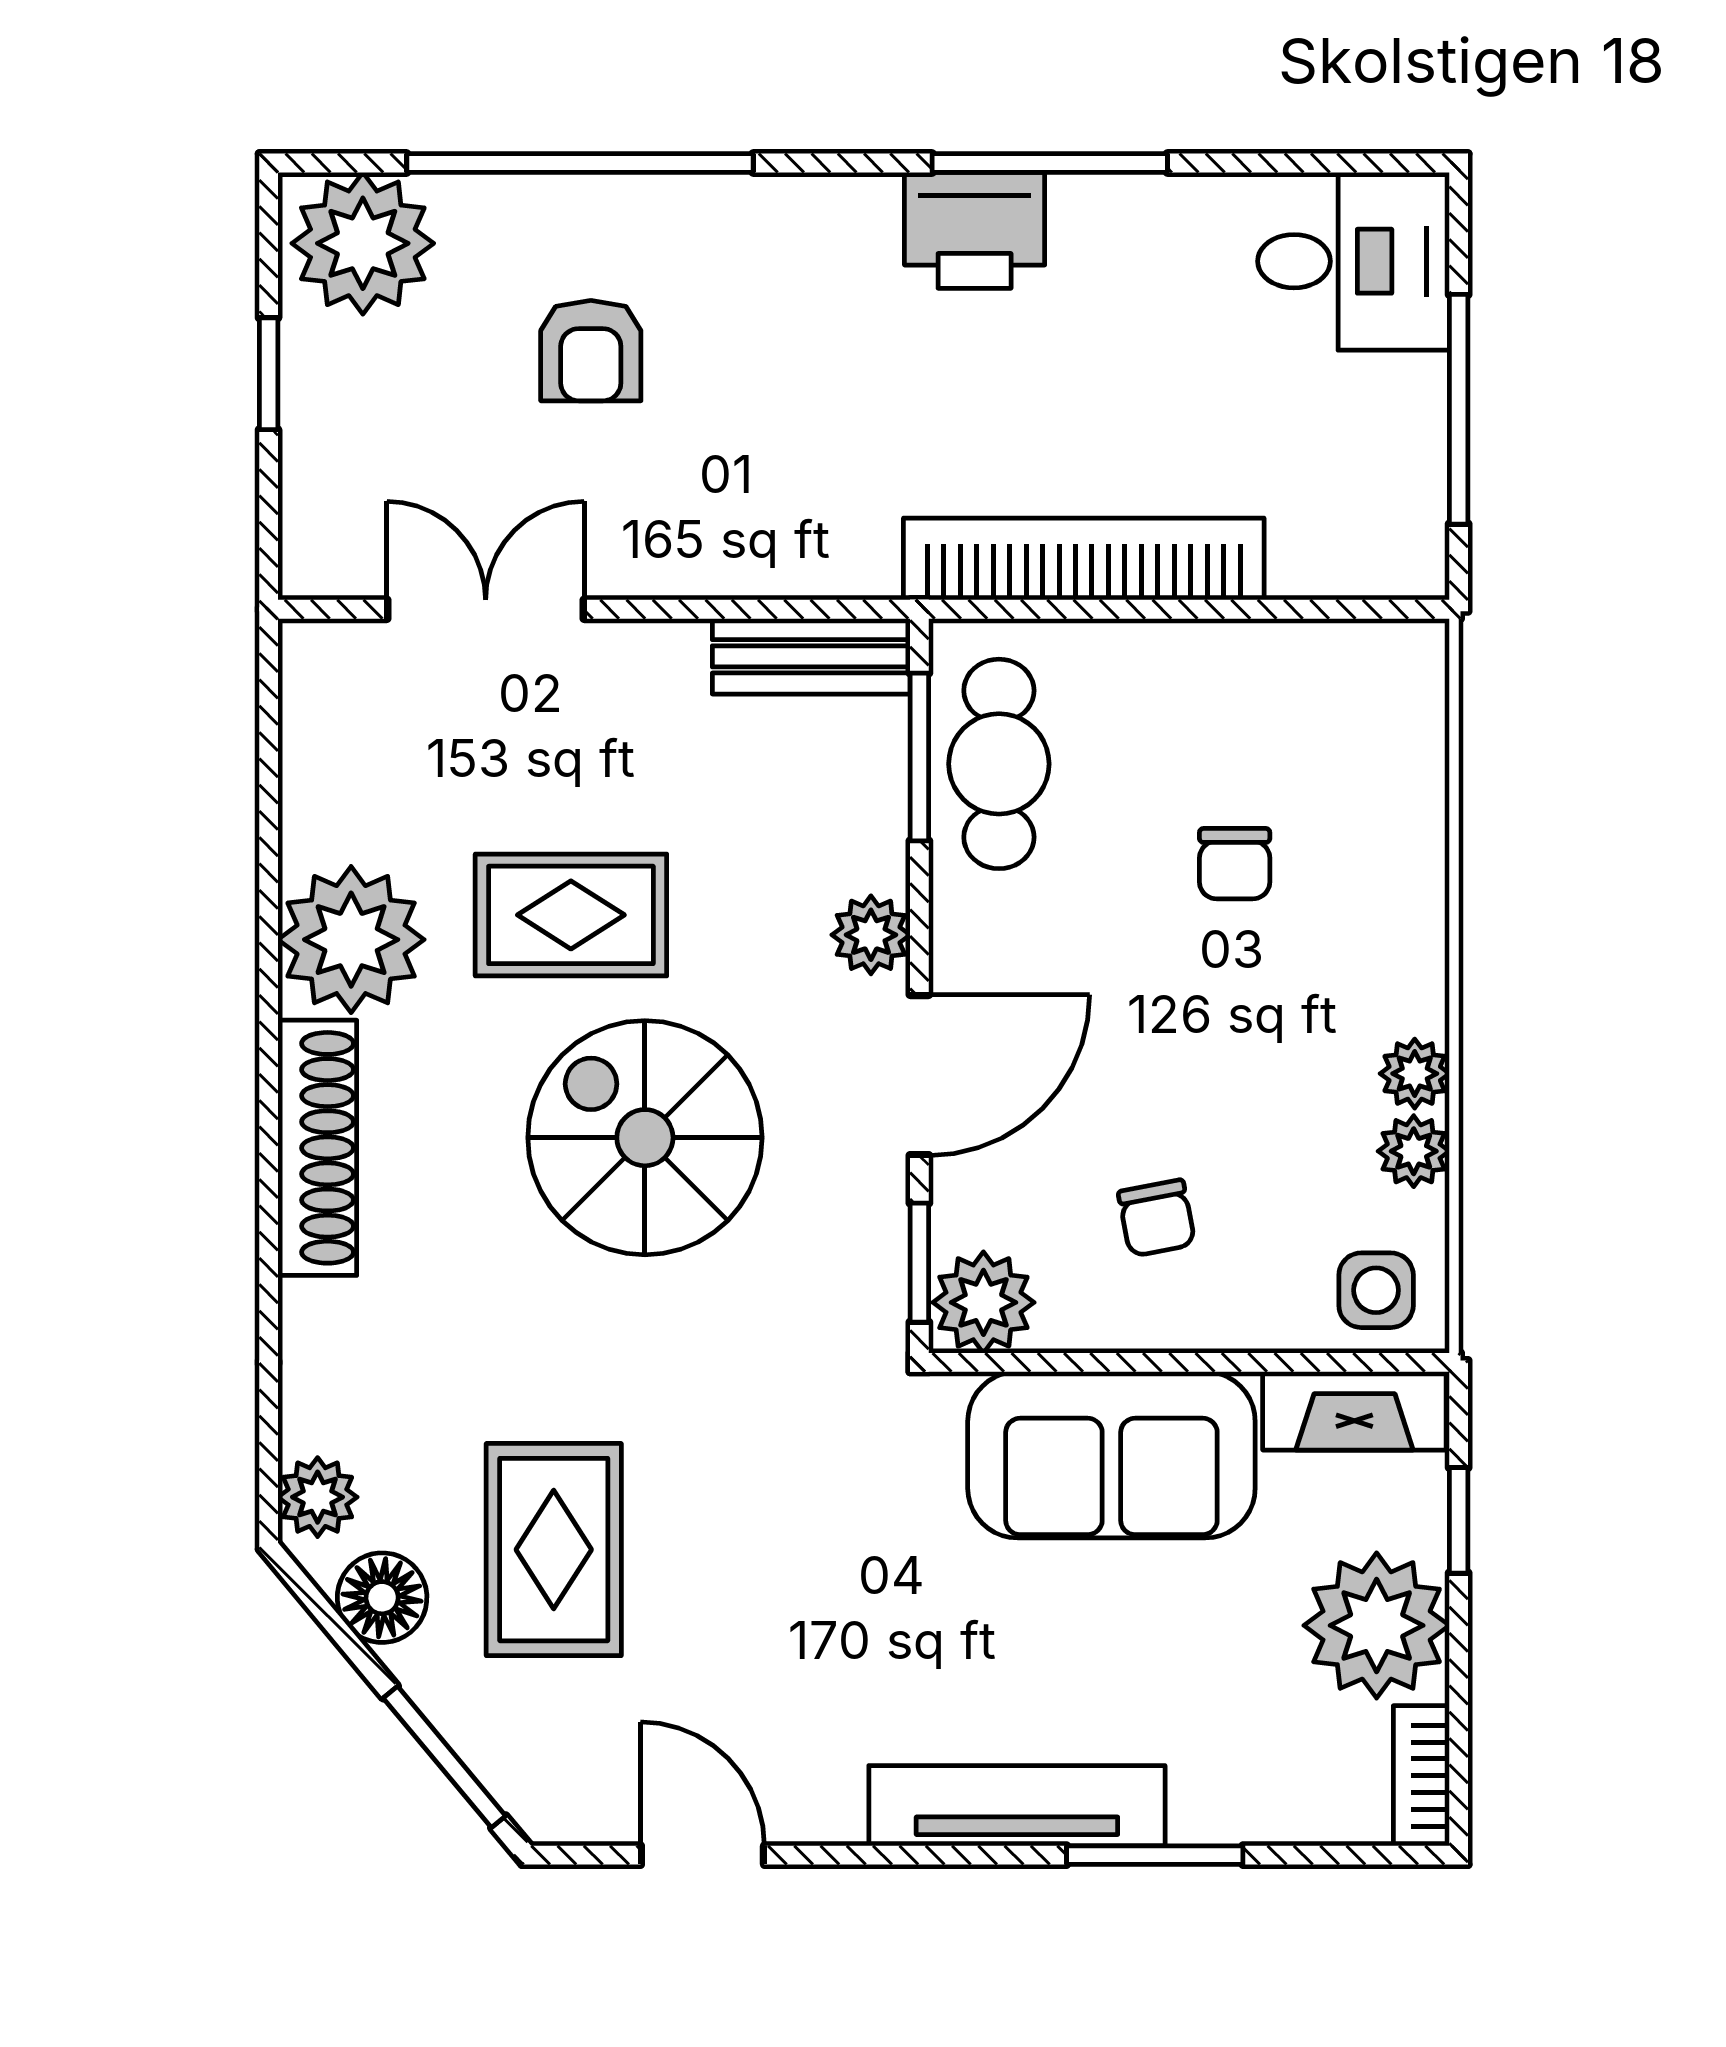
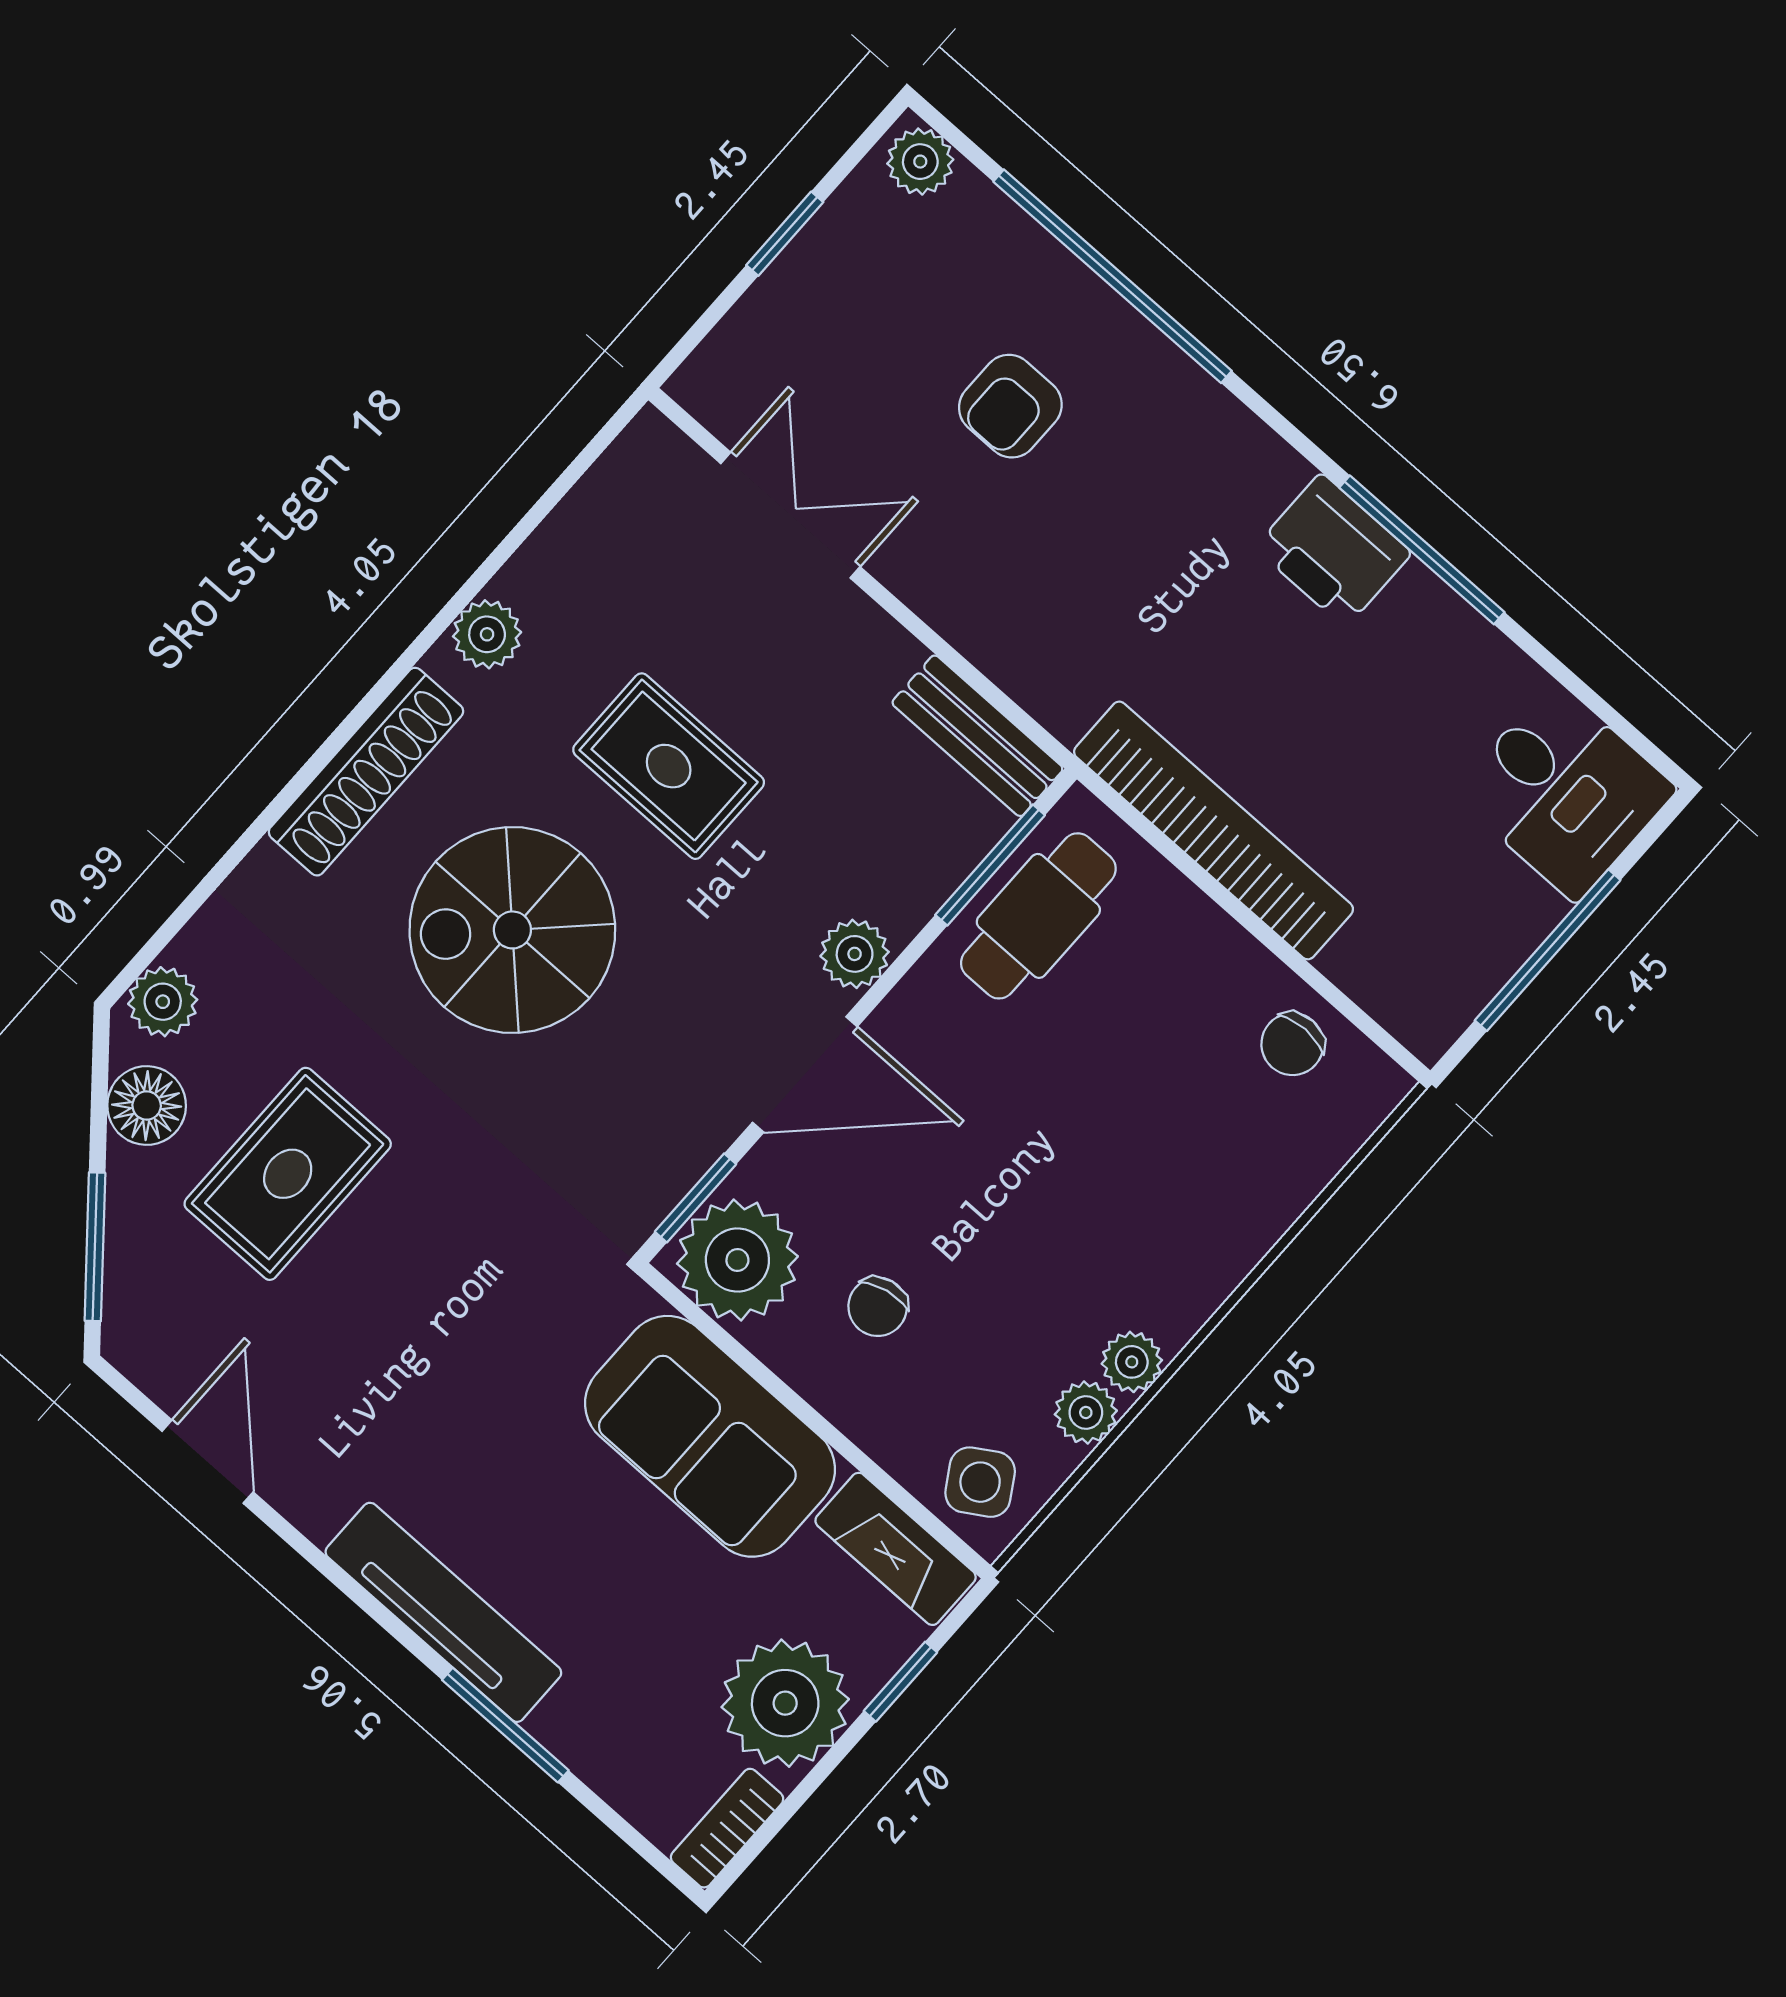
plant: (363, 243) -> (920, 162), width x0.53, depth x0.53
chair: (1235, 864) -> (1292, 1044), moved
plant: (351, 940) -> (487, 634), width x0.53, depth x0.53
spiral stairs: (645, 1138) -> (512, 930), moved, turned -90
side table: (1376, 1290) -> (980, 1482), turned -32
plant: (983, 1302) -> (737, 1260), width x1.36, depth x1.36

